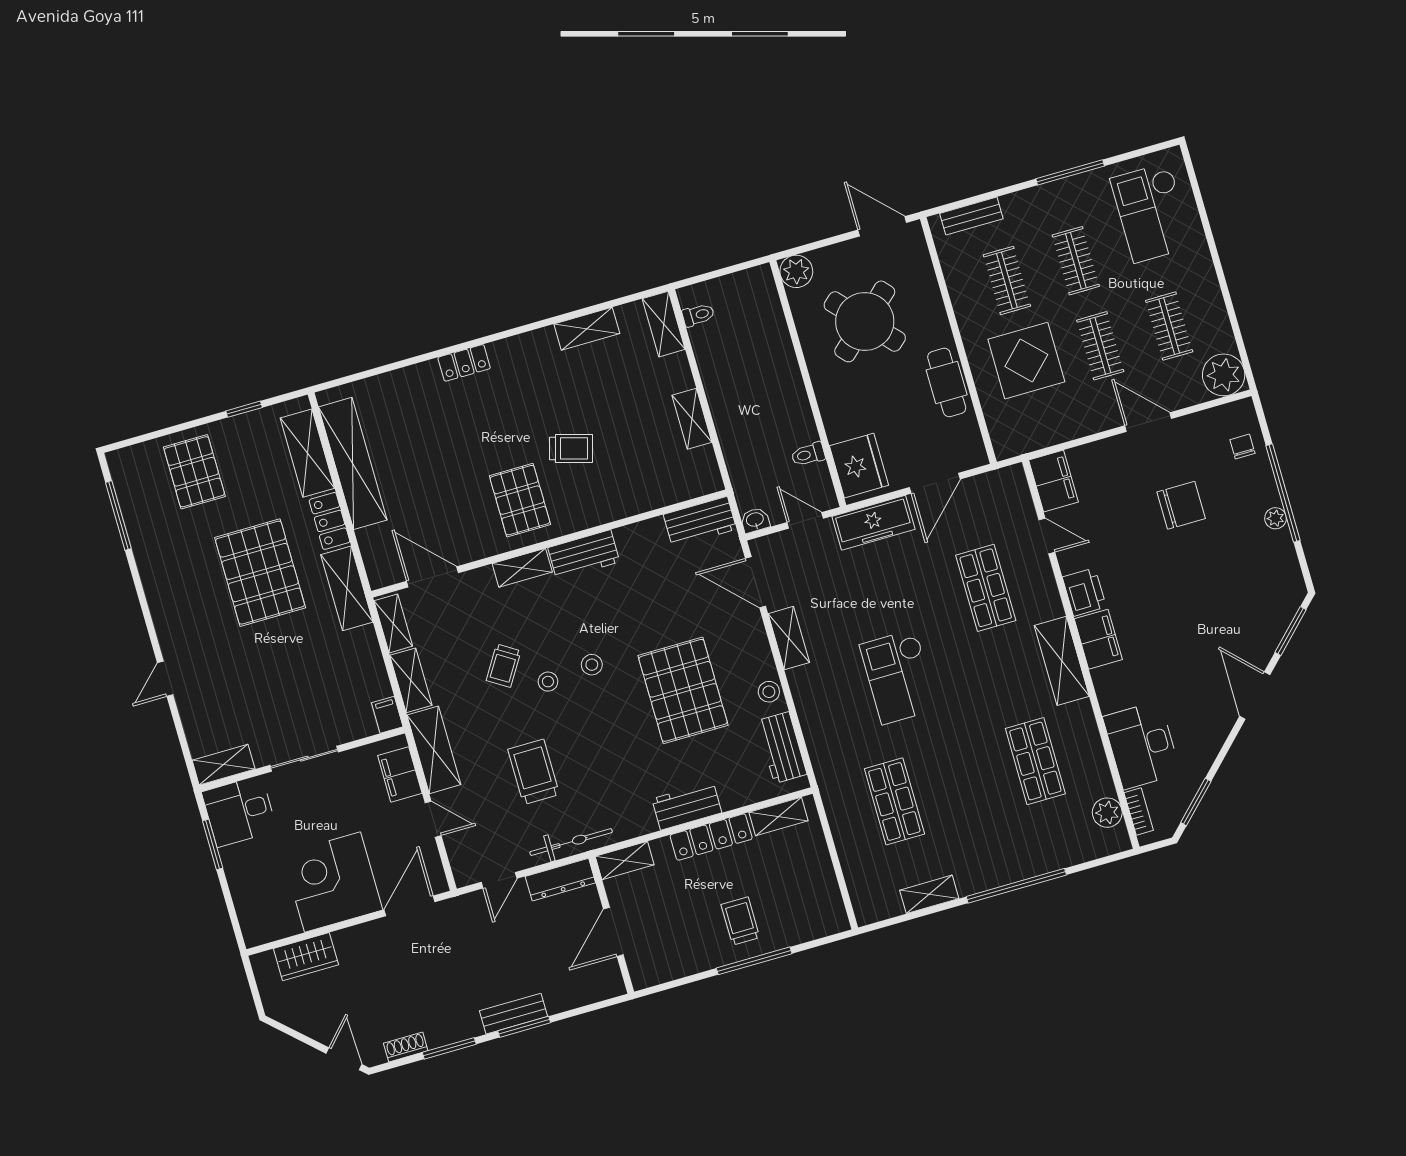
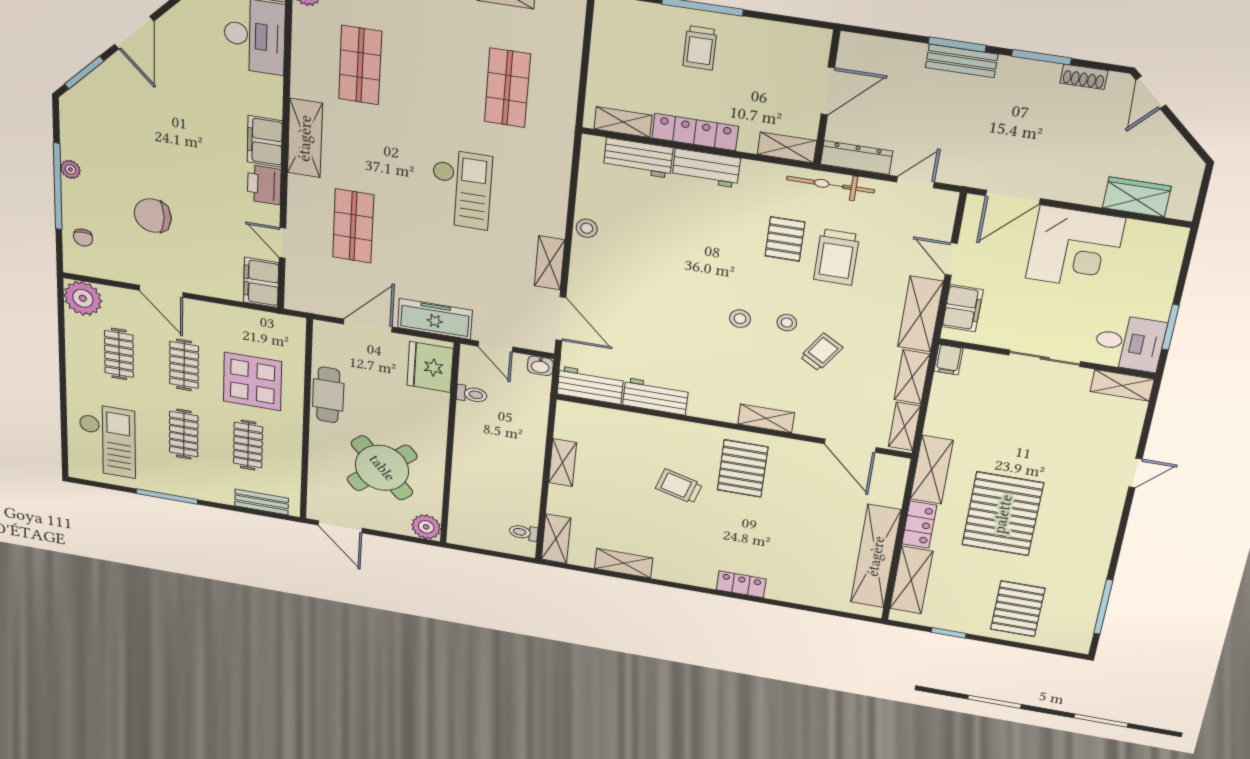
workbench: (584, 555) -> (656, 396), moved
pallet: (683, 690) -> (785, 239), moved, width x0.49, depth x0.50
workbench: (782, 748) -> (638, 158), moved, turned 90

